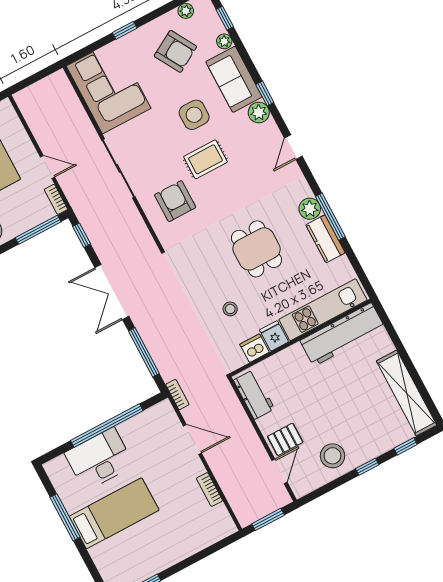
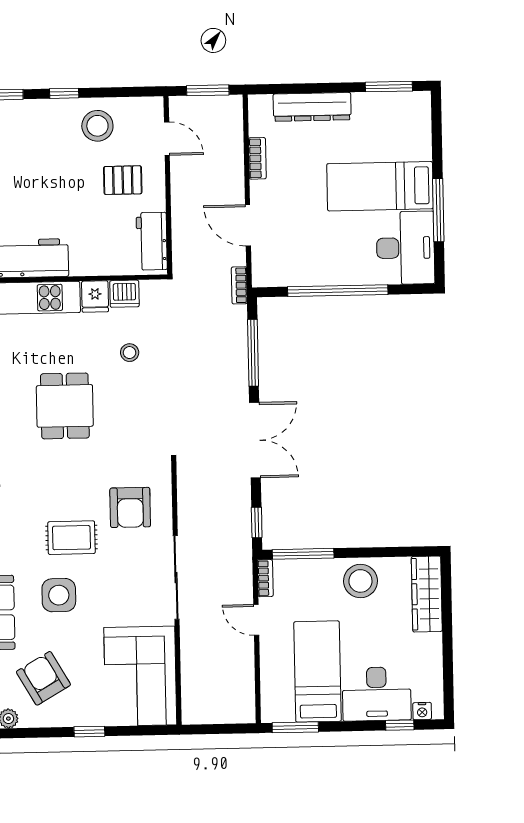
pallet: (285, 439) -> (123, 180), moved
desk: (99, 459) -> (406, 248), moved, turned -90
door: (279, 471) -> (167, 139), swing flipped
dresser: (189, 545) -> (312, 107), added

